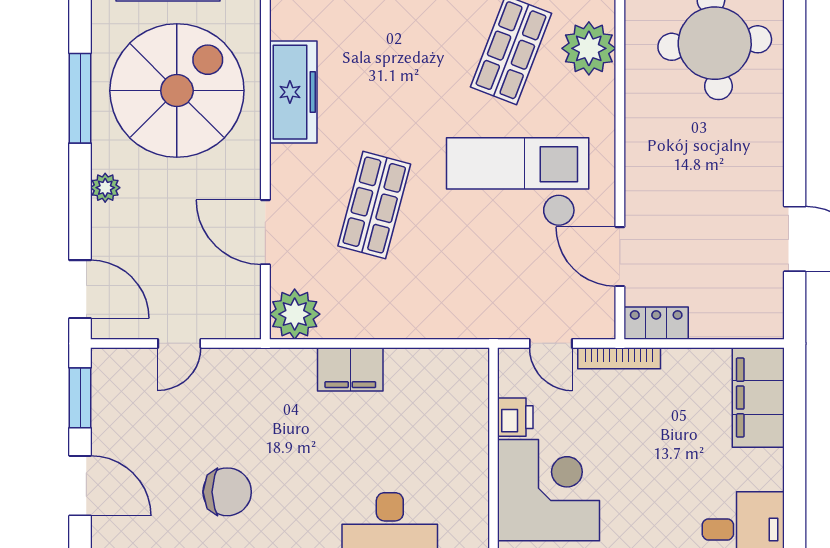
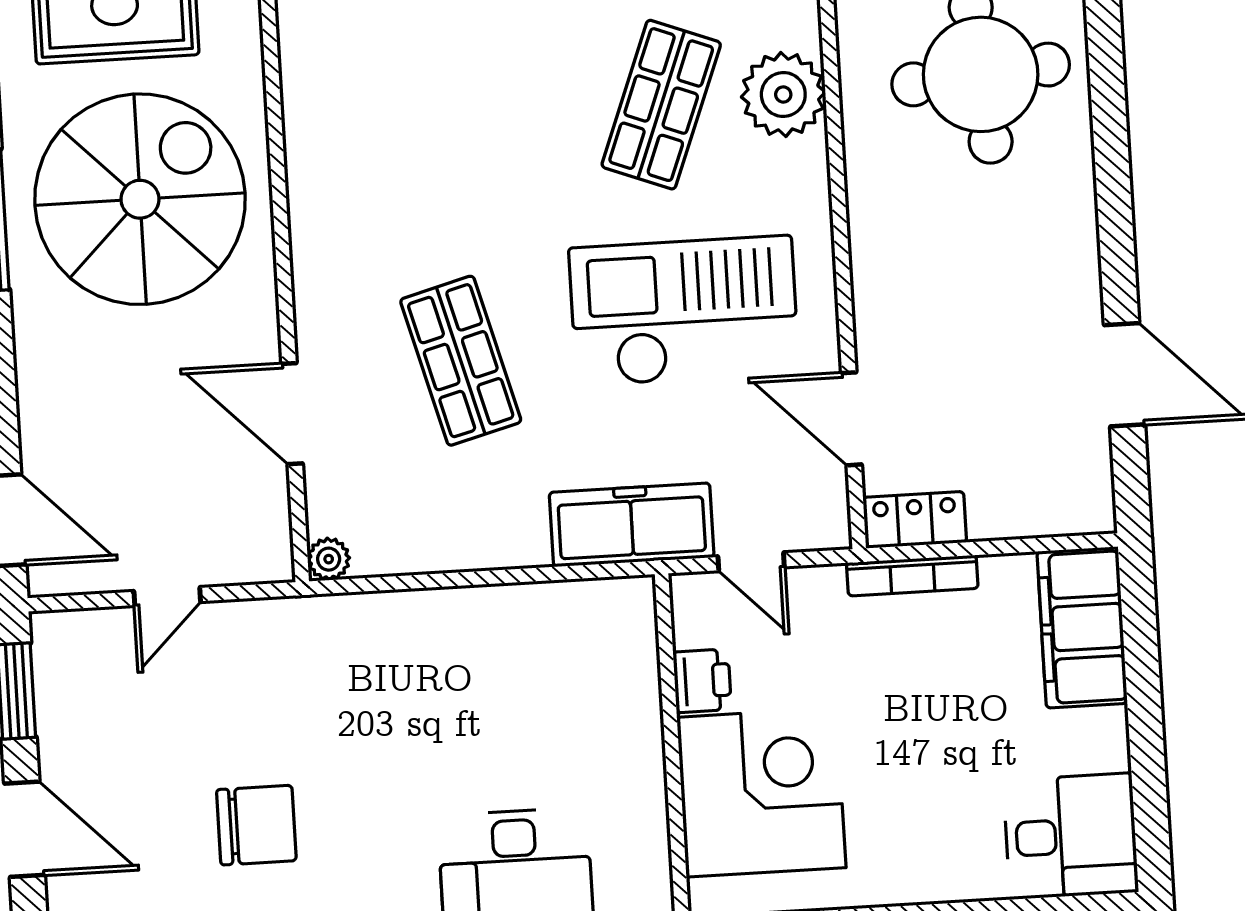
freezer: (293, 92) -> (632, 525), moved, turned -90
plant: (105, 188) -> (36, 359), removed
shop shelf: (374, 205) -> (461, 361), turned -30
plant: (295, 314) -> (329, 559), width x0.53, depth x0.53
bookcase: (619, 358) -> (912, 576), moved
filing cabinet: (350, 369) -> (438, 621), removed

